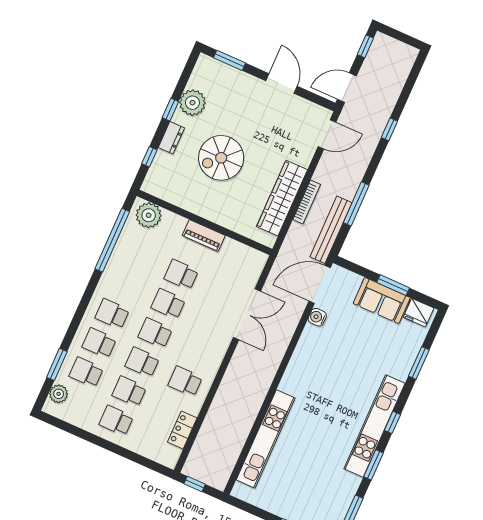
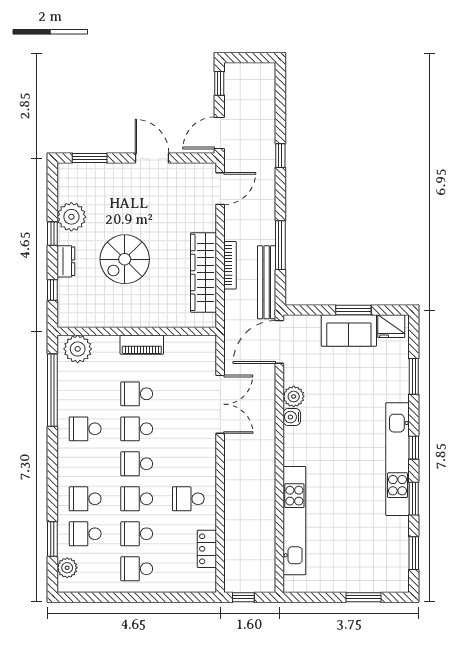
school desk: (112, 314) -> (85, 429), moved
water cooler: (317, 317) -> (292, 417), moved
plant: (311, 335) -> (294, 396), added

